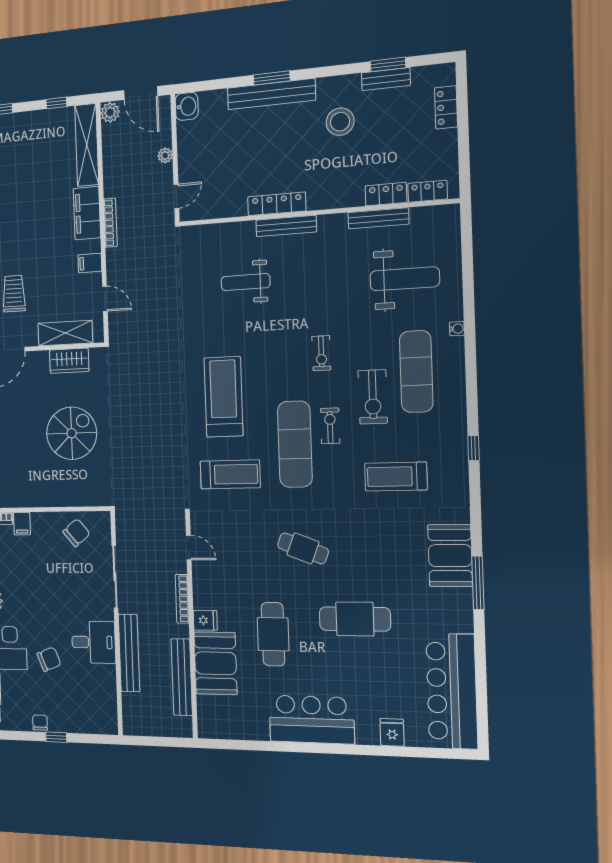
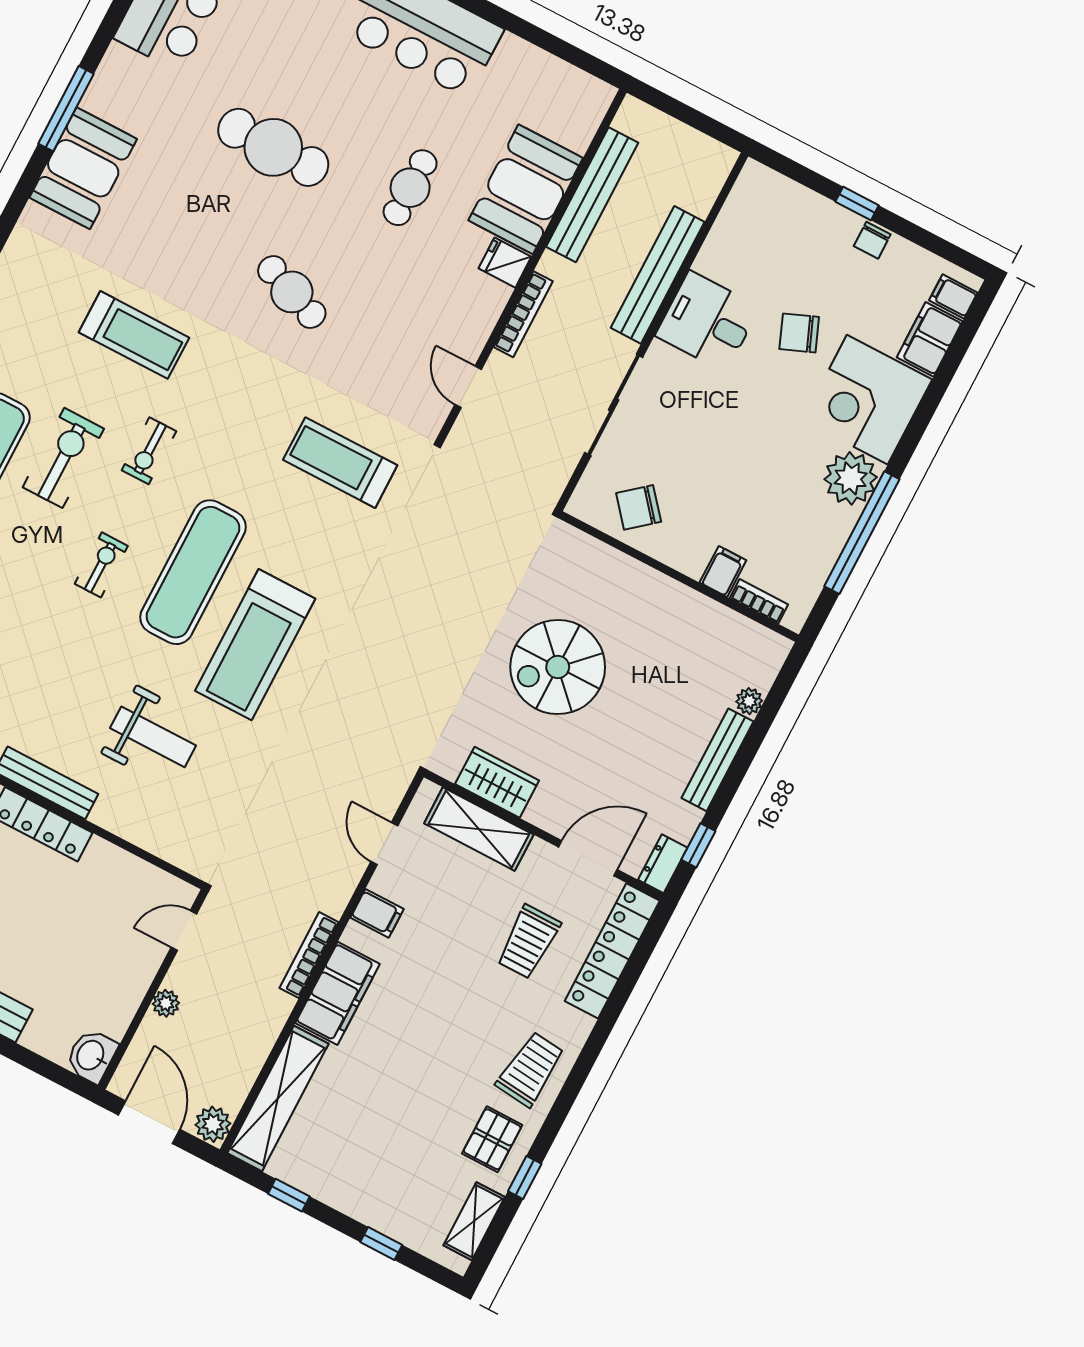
treadmill: (223, 397) -> (255, 645), moved
exercise mat: (295, 444) -> (193, 572), moved
treadmill: (396, 477) -> (134, 335), moved
cafe table: (273, 634) -> (410, 188), width x0.73, depth x0.74

